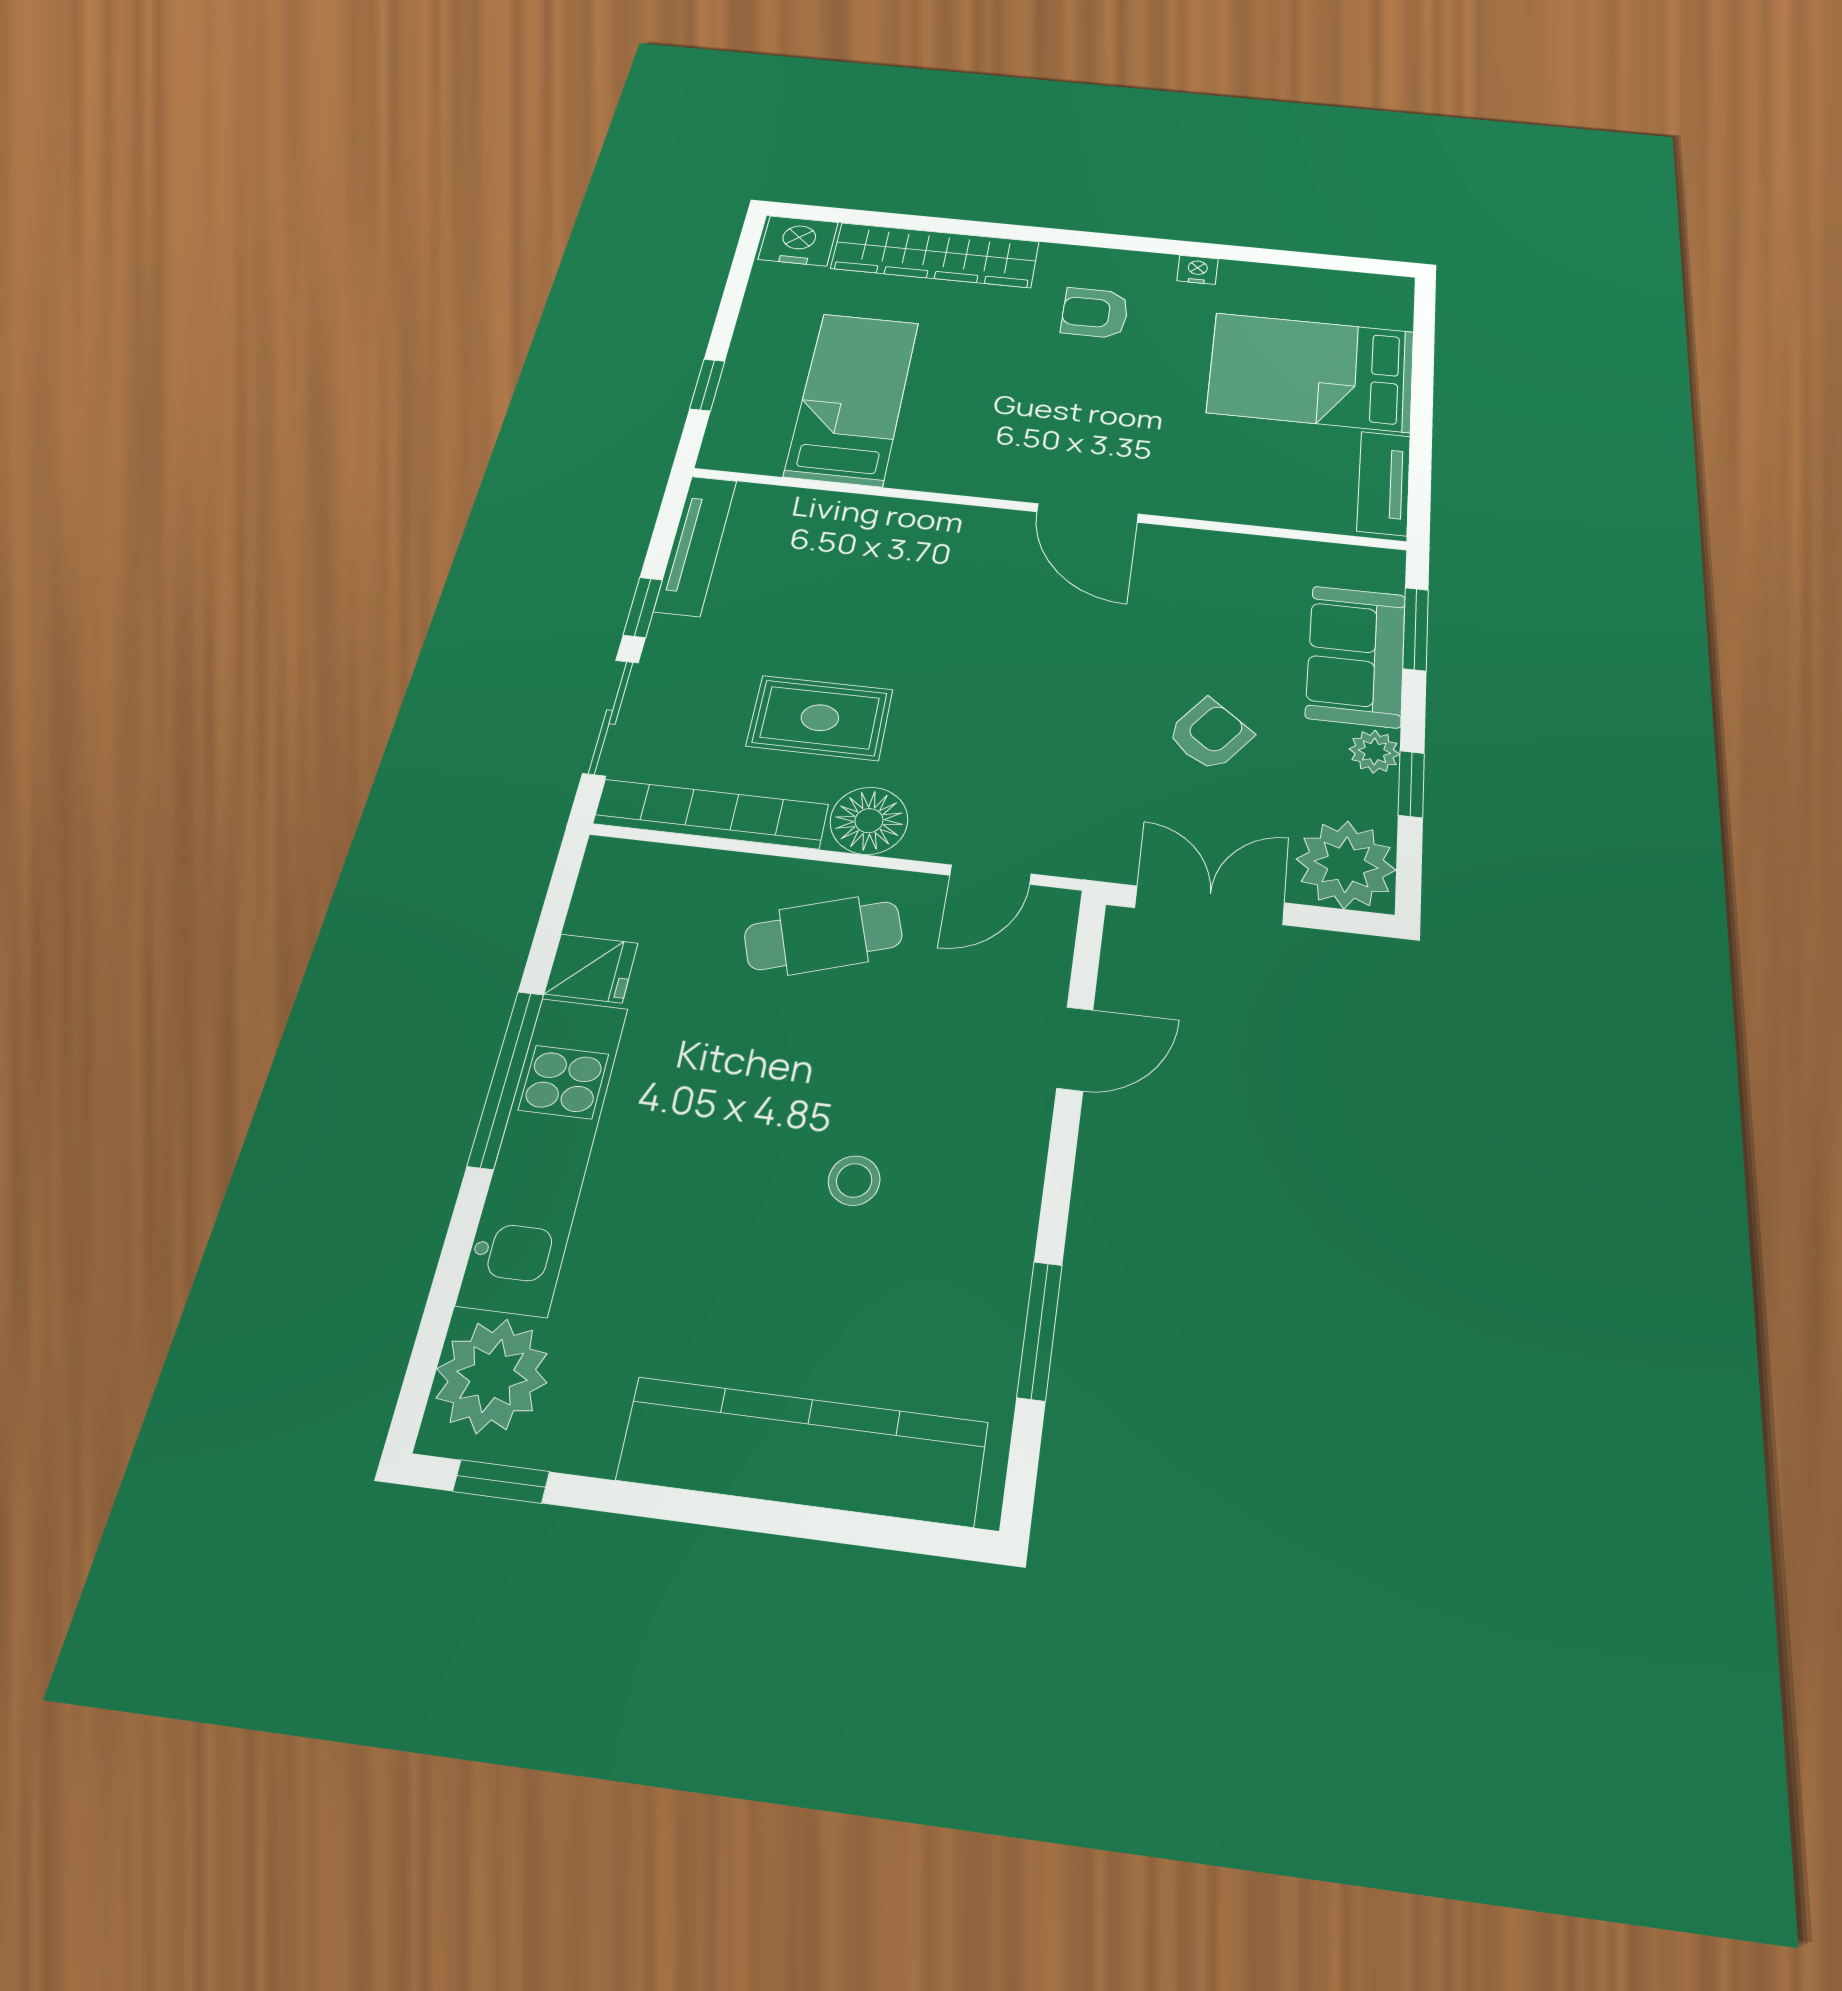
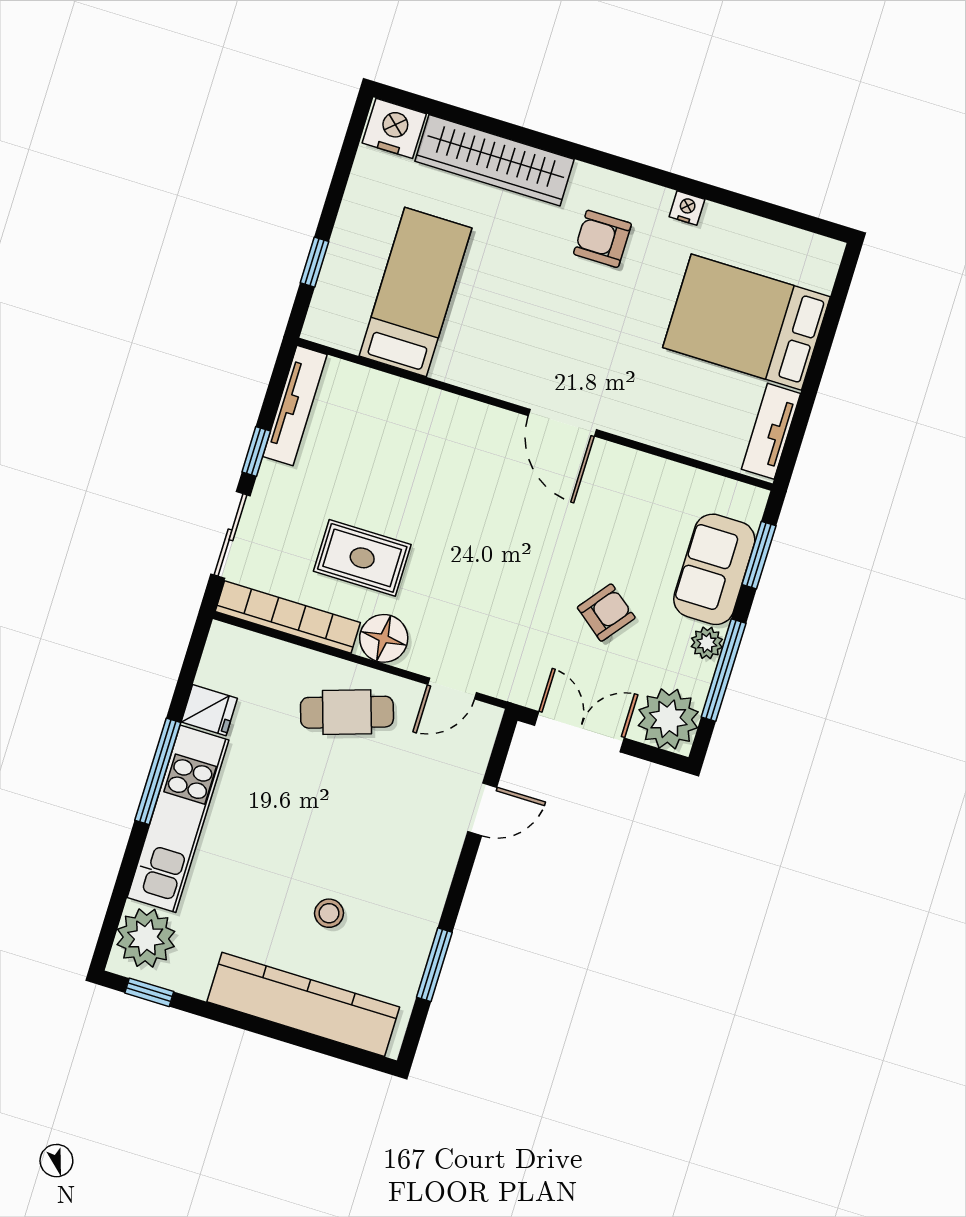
window: (1411, 784) -> (724, 670), width x2.17
stool: (854, 1180) -> (329, 913), moved

